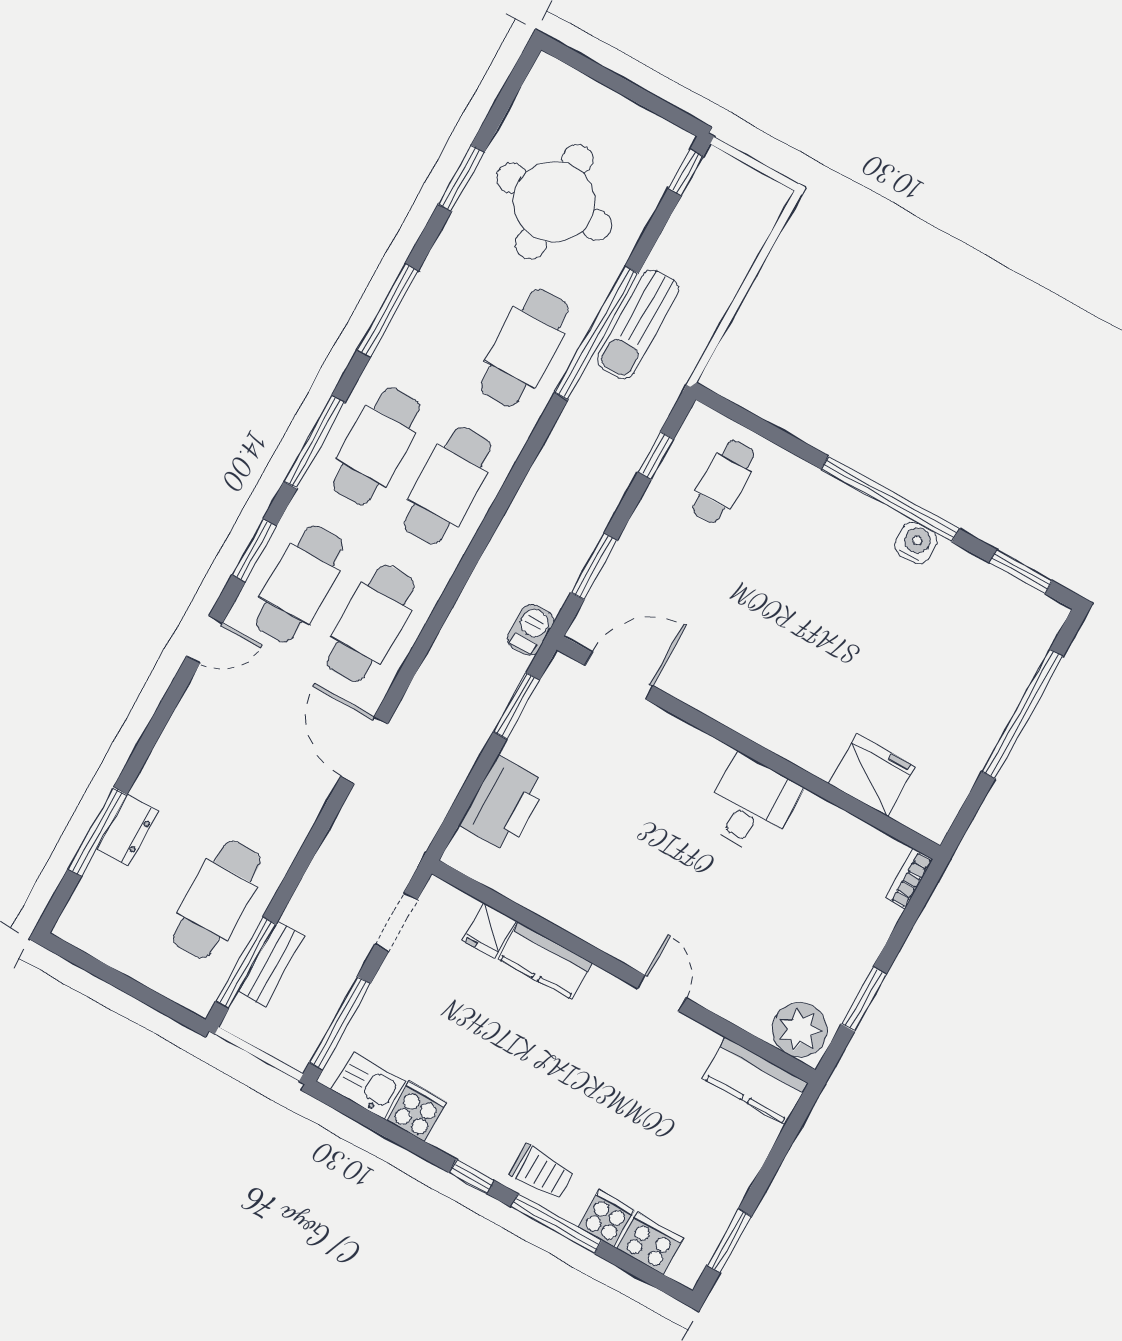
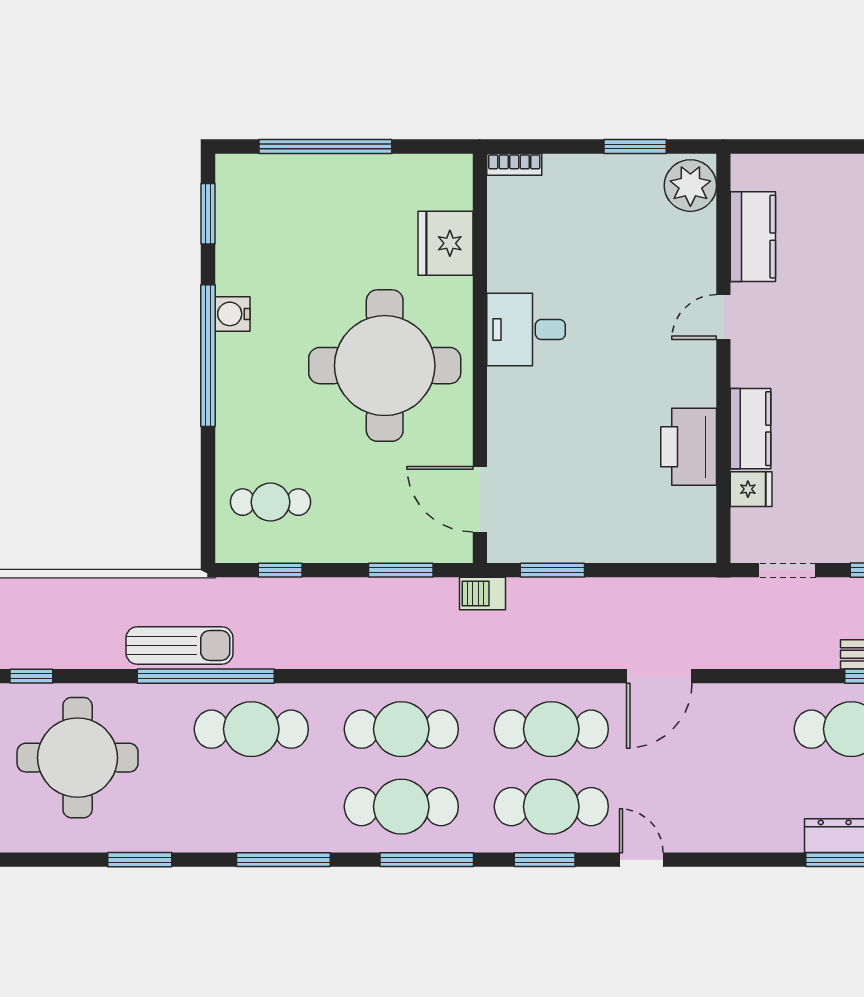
round table: (554, 202) -> (78, 758), moved
round table: (791, 657) -> (385, 366), added
printer: (504, 804) -> (689, 447), moved, turned -90
kitchen counter: (756, 1081) -> (753, 237), moved

